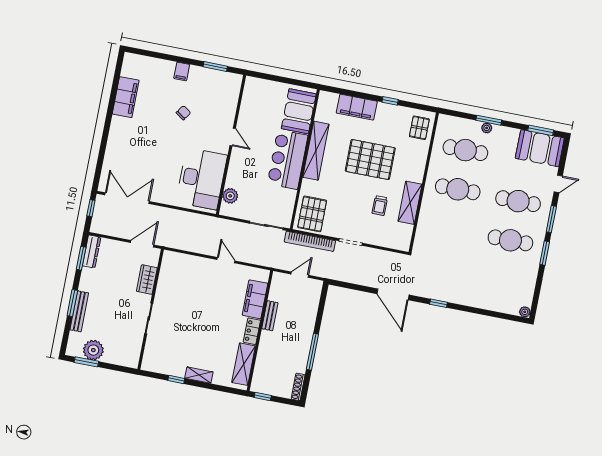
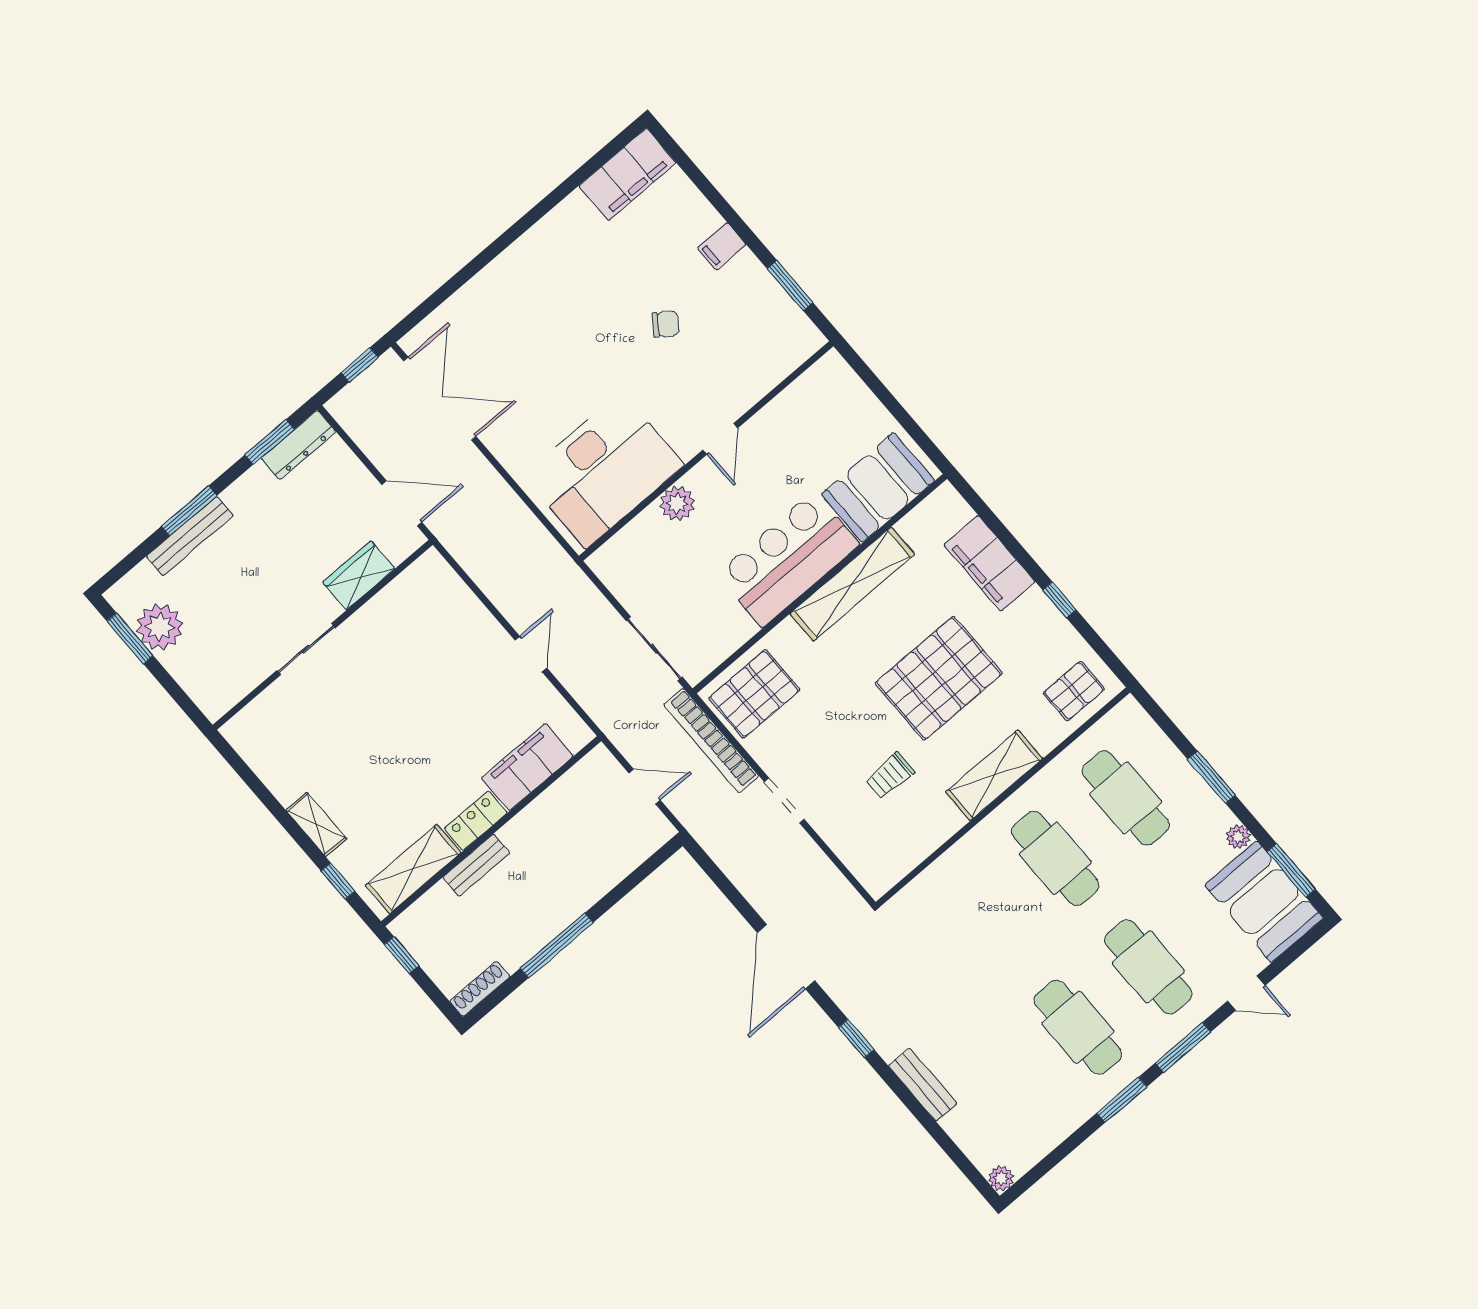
filing cabinet: (126, 97) -> (627, 174), moved
plant: (487, 128) -> (1238, 837), moved
pallet: (370, 160) -> (939, 678), turned 90
plant: (230, 196) -> (677, 503), moved
shelving: (410, 203) -> (994, 775), moved
bench: (473, 301) -> (923, 1085), added
bench: (270, 316) -> (476, 865), moved
window: (176, 380) -> (338, 881), moved

